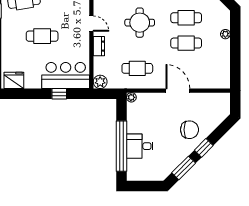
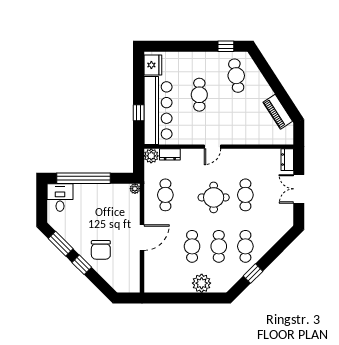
plant: (225, 34) -> (202, 283), width x1.88, depth x1.88
dresser: (99, 46) -> (170, 154), moved
bar counter: (66, 76) -> (158, 110), width x1.36
desk: (140, 146) -> (60, 198), moved

